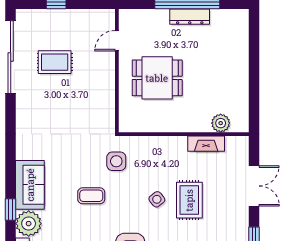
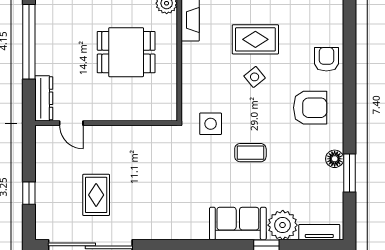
dresser: (190, 17) -> (44, 98), moved
dining table: (157, 78) -> (126, 52), moved, turned 90
coffee table: (91, 196) -> (250, 153), turned 90

